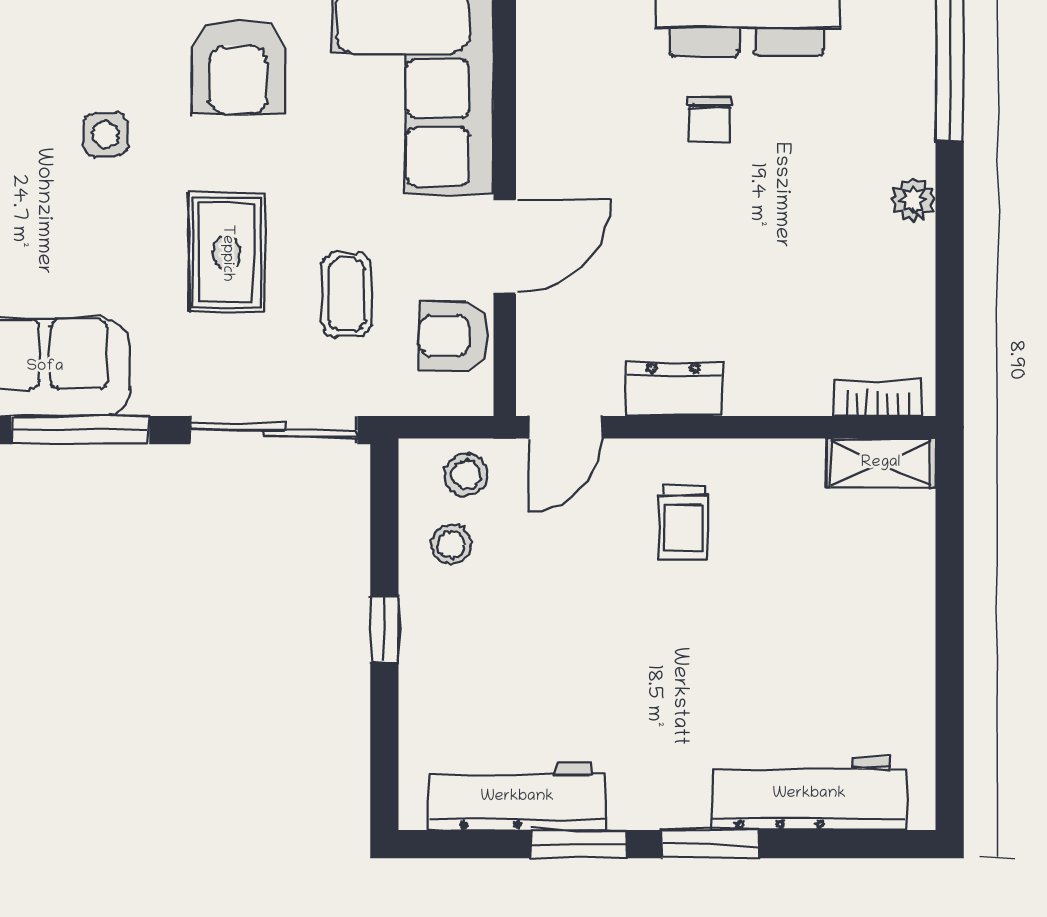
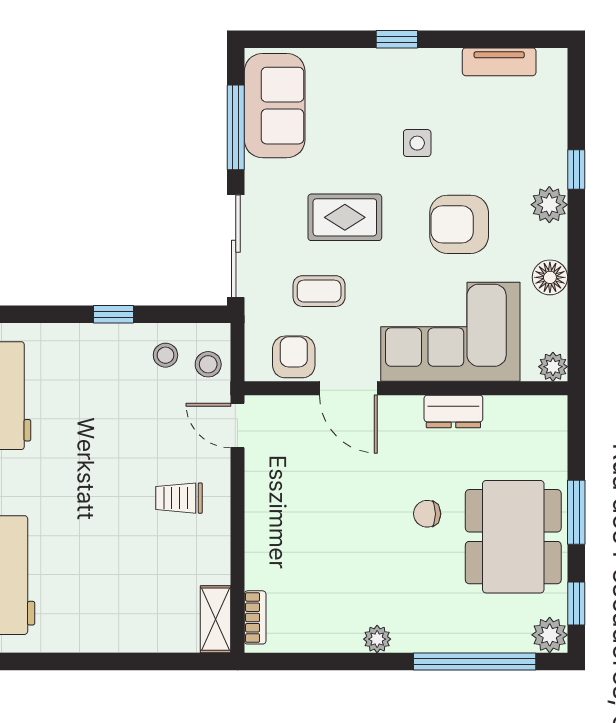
dresser: (673, 389) -> (453, 412), moved, turned 90

